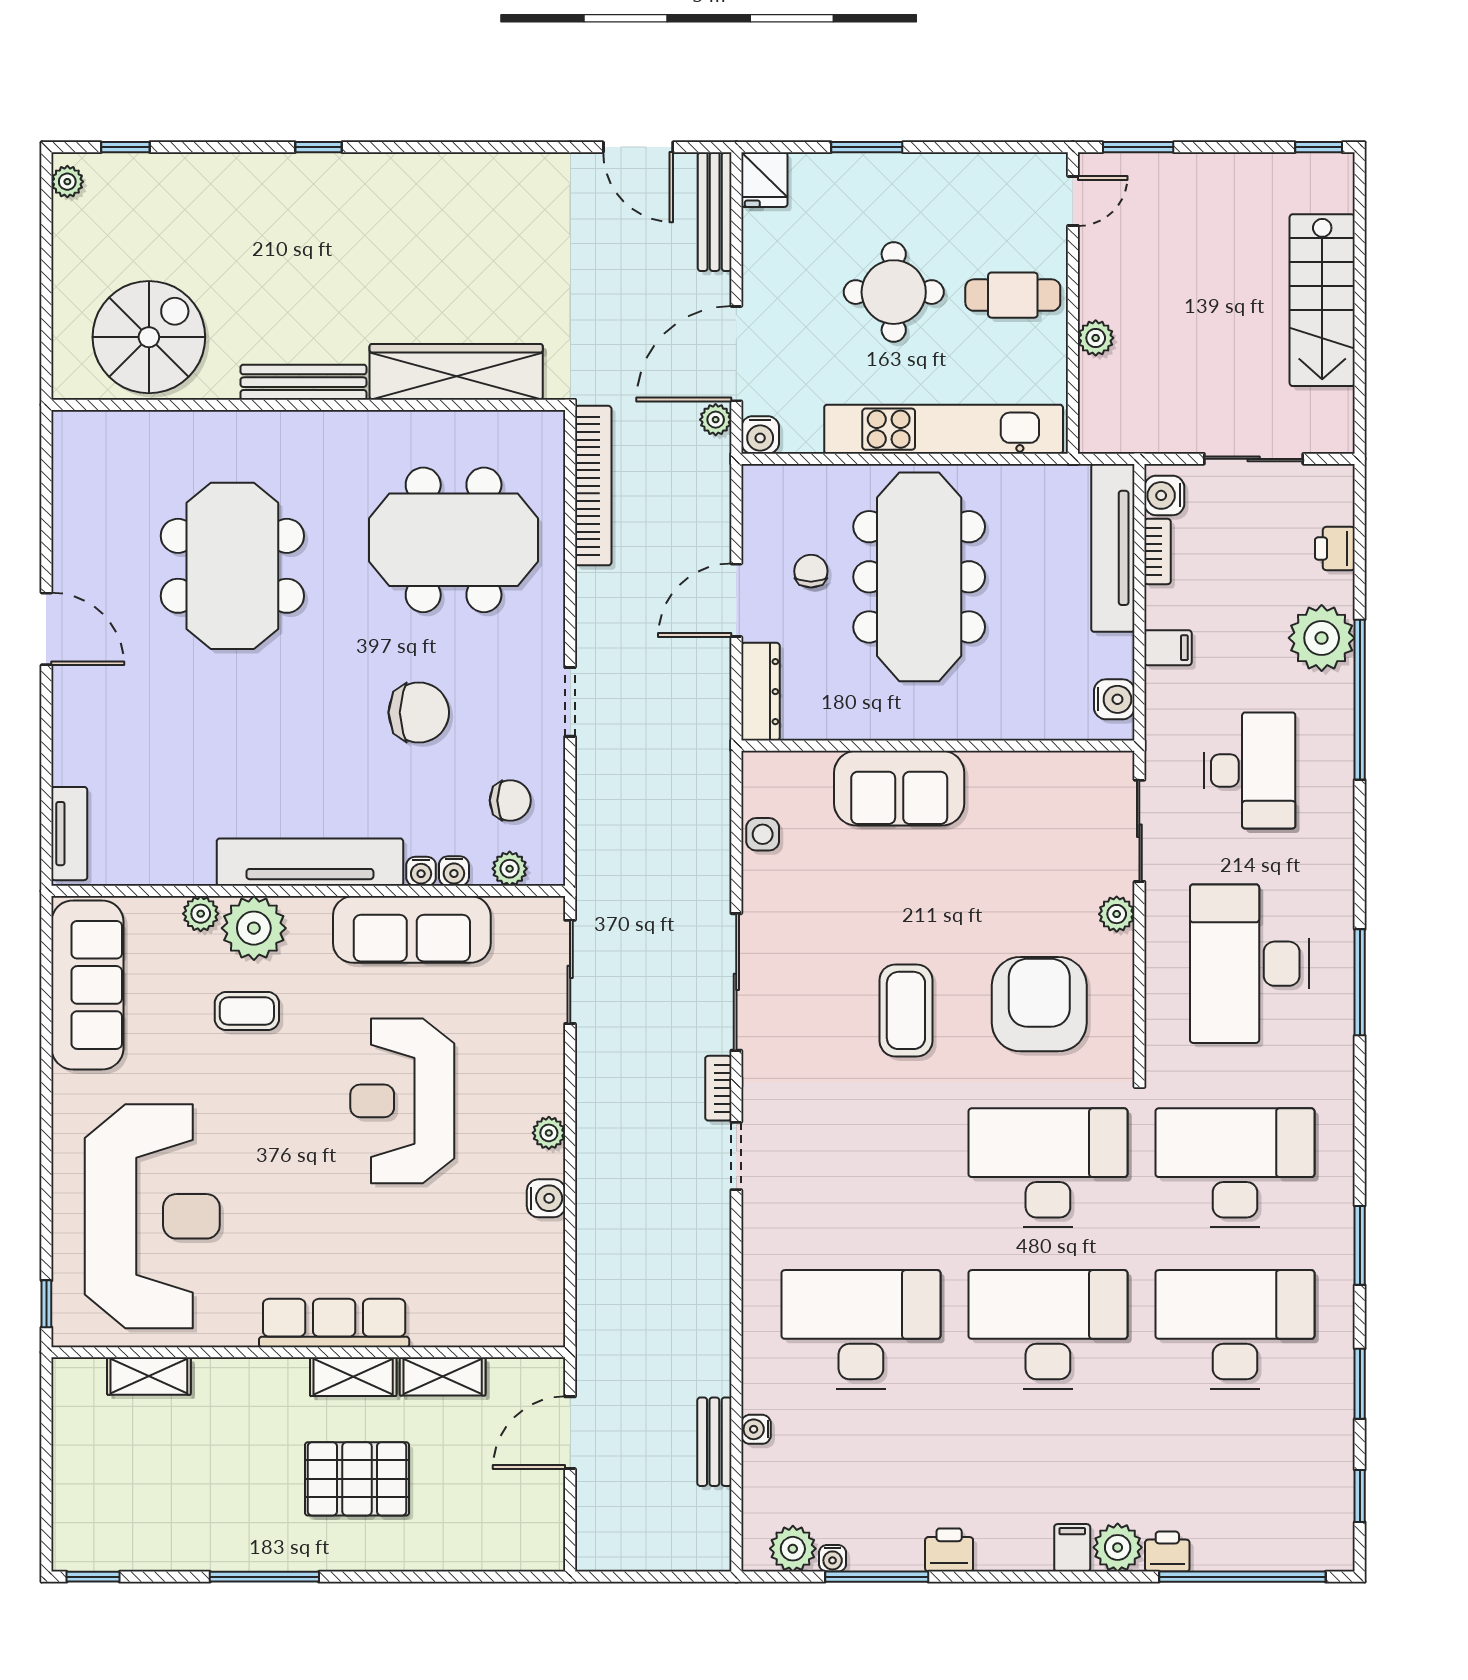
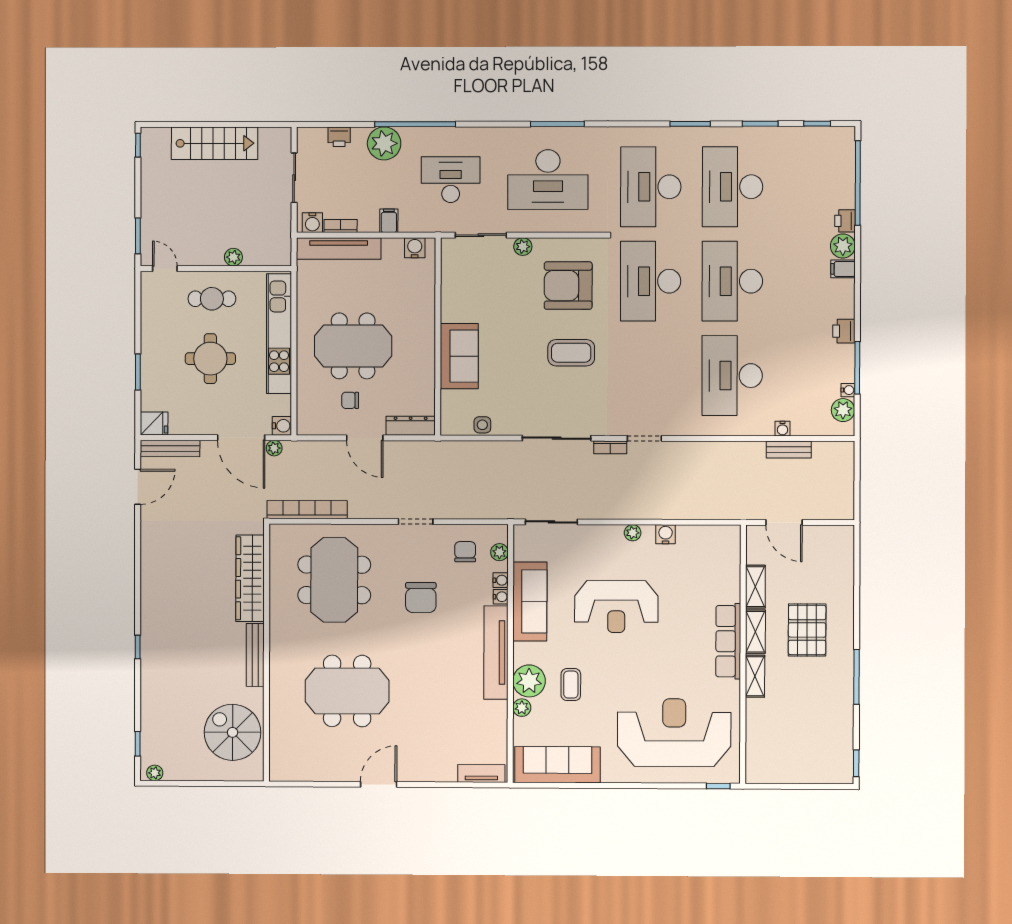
cafe table: (1013, 295) -> (212, 299), turned 90
meeting table: (919, 577) -> (353, 346), width x0.73
chair: (419, 712) -> (421, 598), turned 180
shelving: (149, 1376) -> (755, 676), moved

